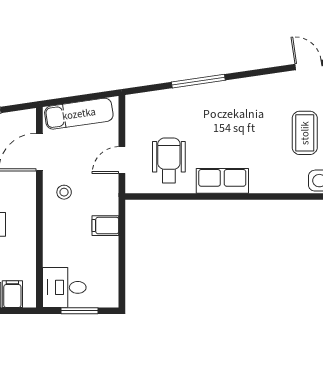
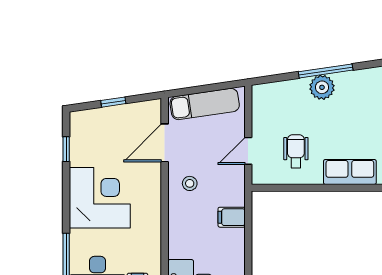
plant: (195, 97) -> (322, 87), added
wheelchair: (169, 160) -> (296, 151), width x0.73, depth x0.73

